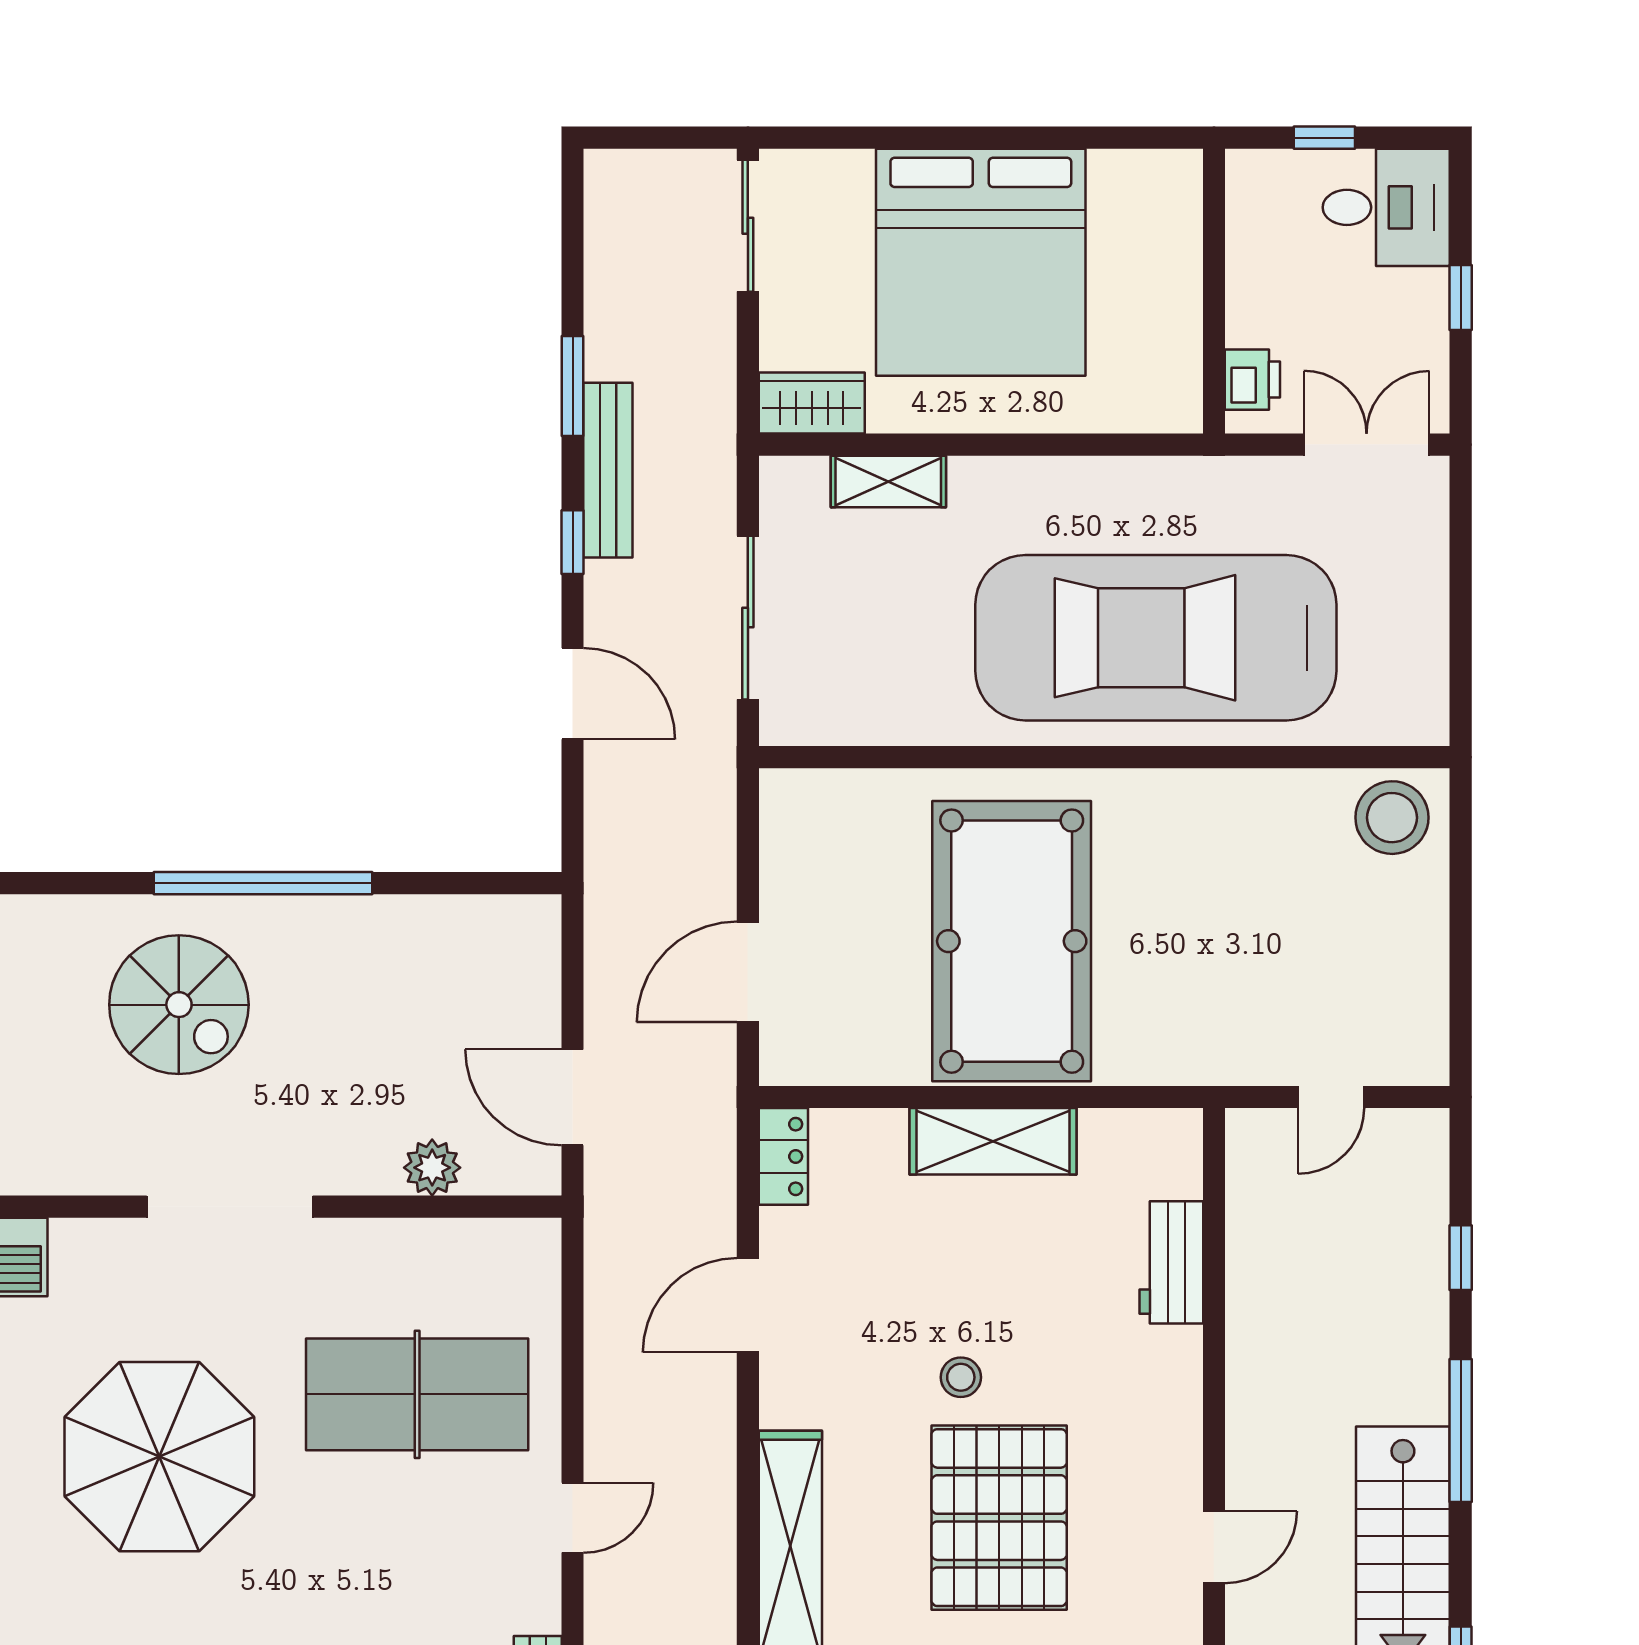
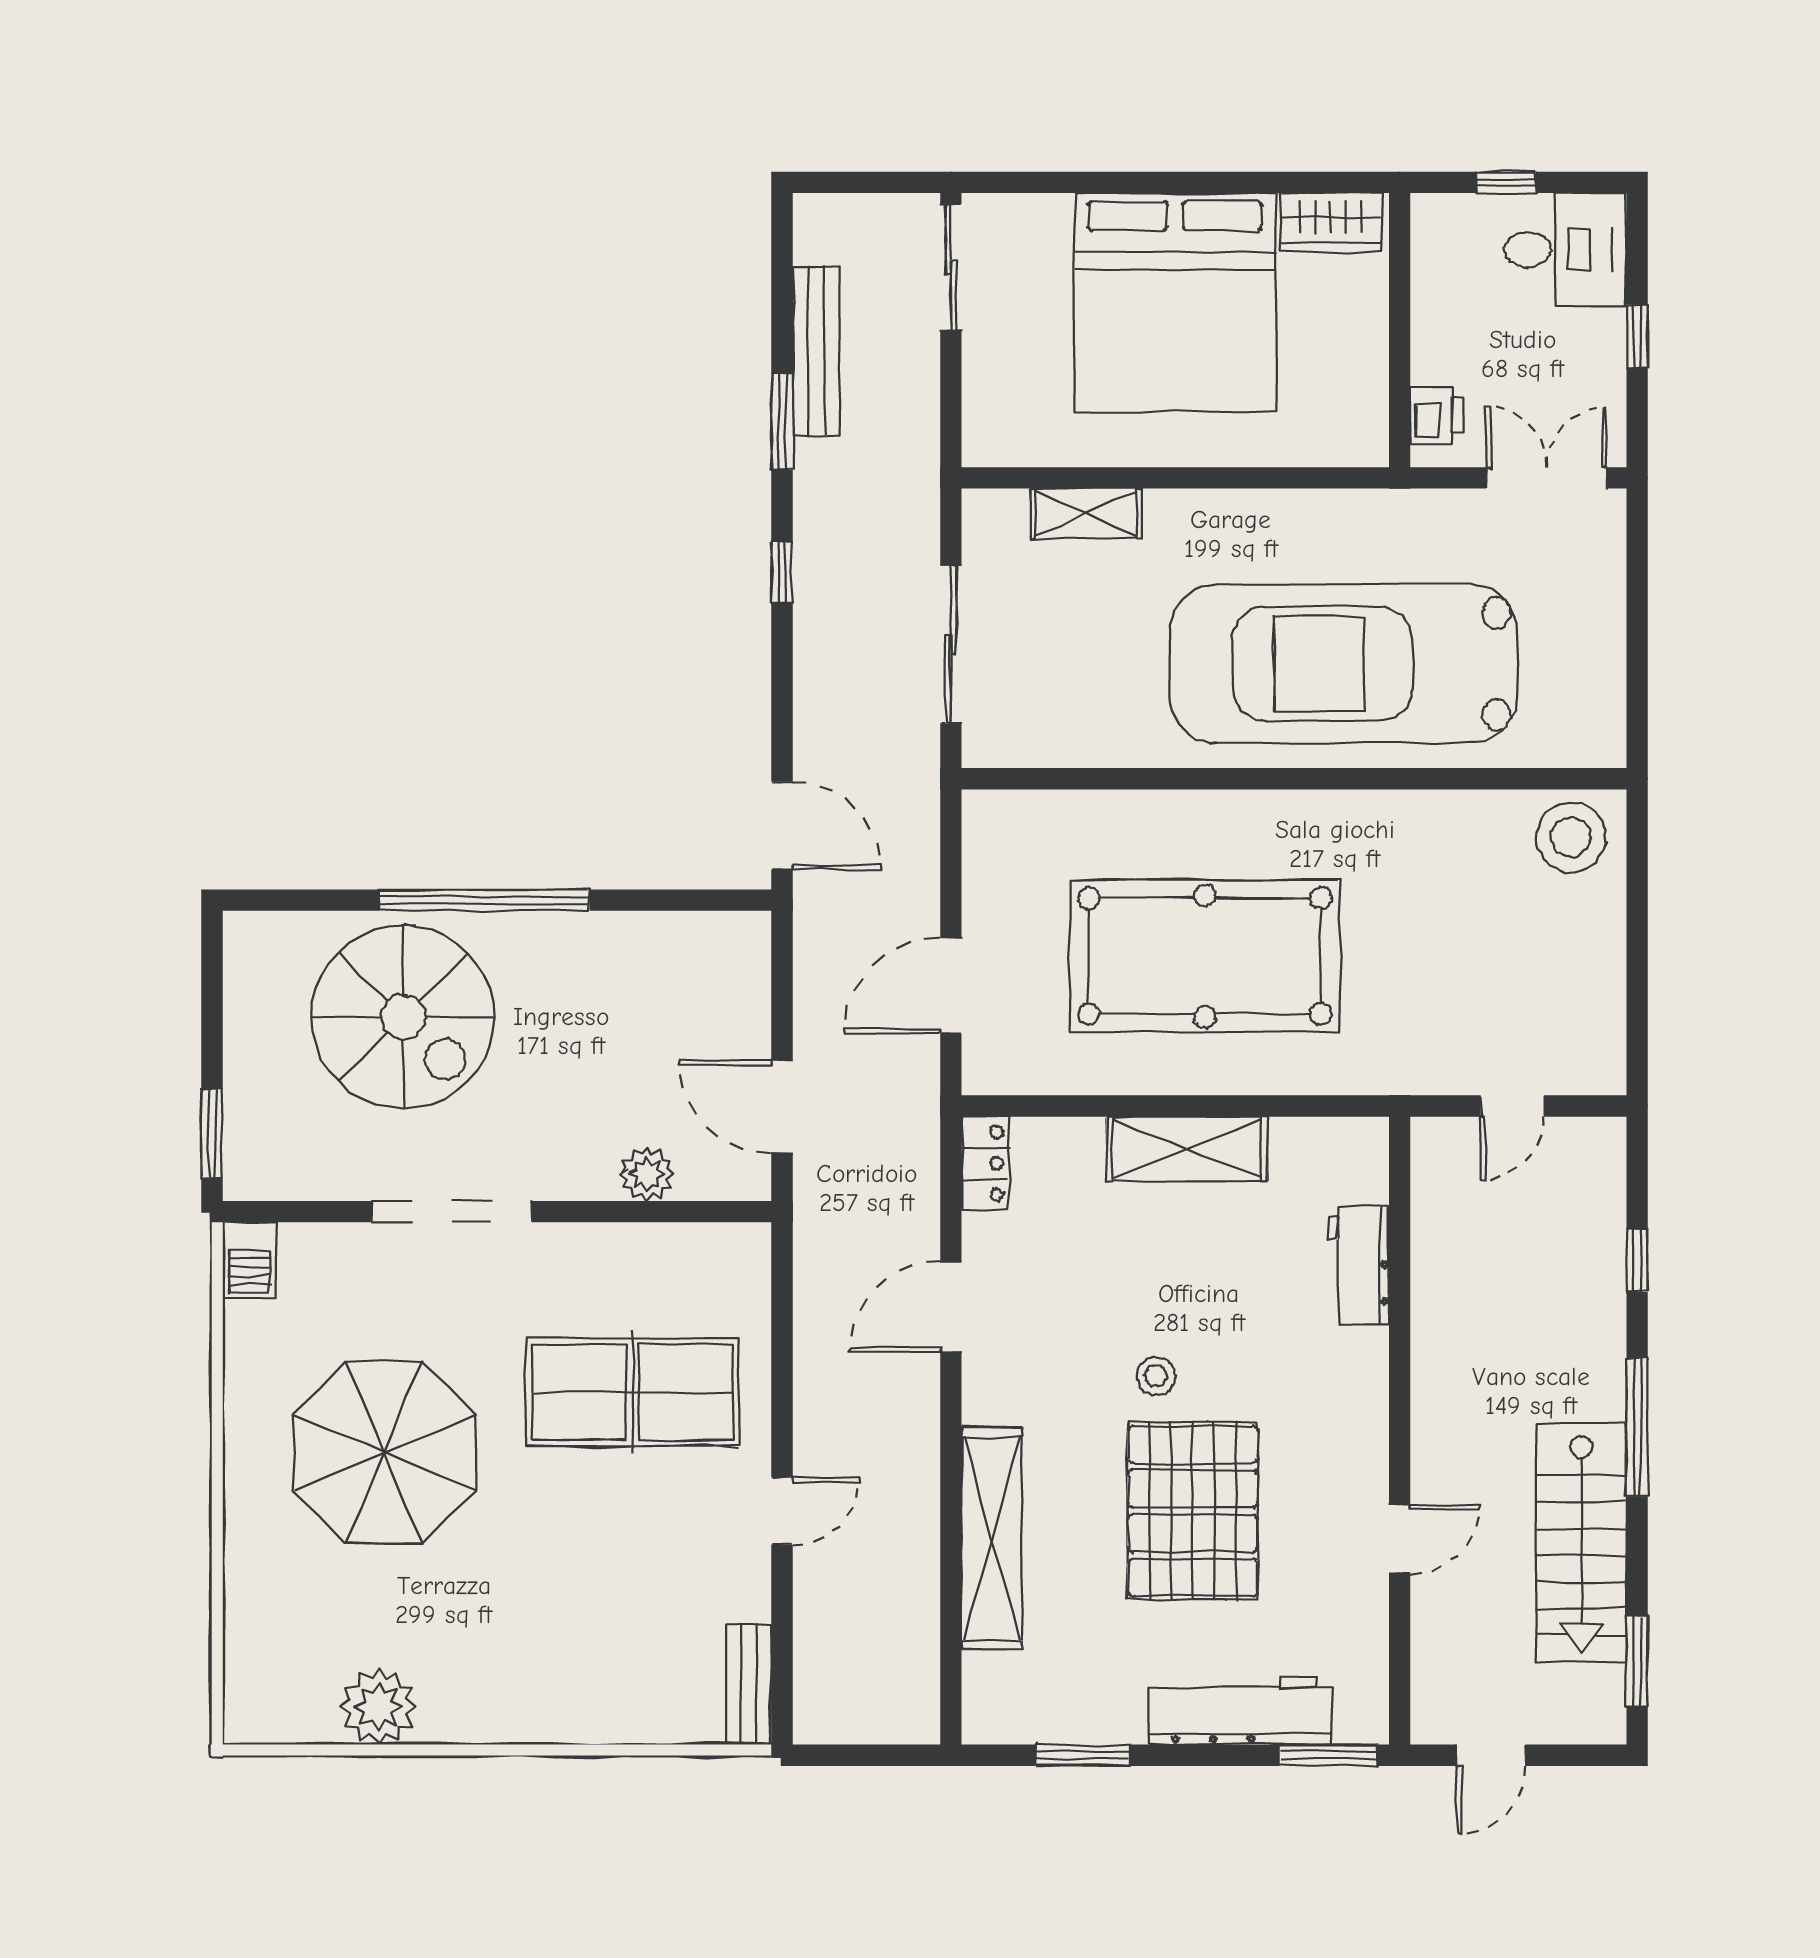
wardrobe: (812, 403) -> (1331, 222), moved, turned 180
bench: (608, 470) -> (816, 351), moved
door: (573, 694) -> (782, 826), moved
pool table: (1012, 941) -> (1205, 956), turned 90
spiral stairs: (179, 1005) -> (403, 1017), width x1.37, depth x1.37

